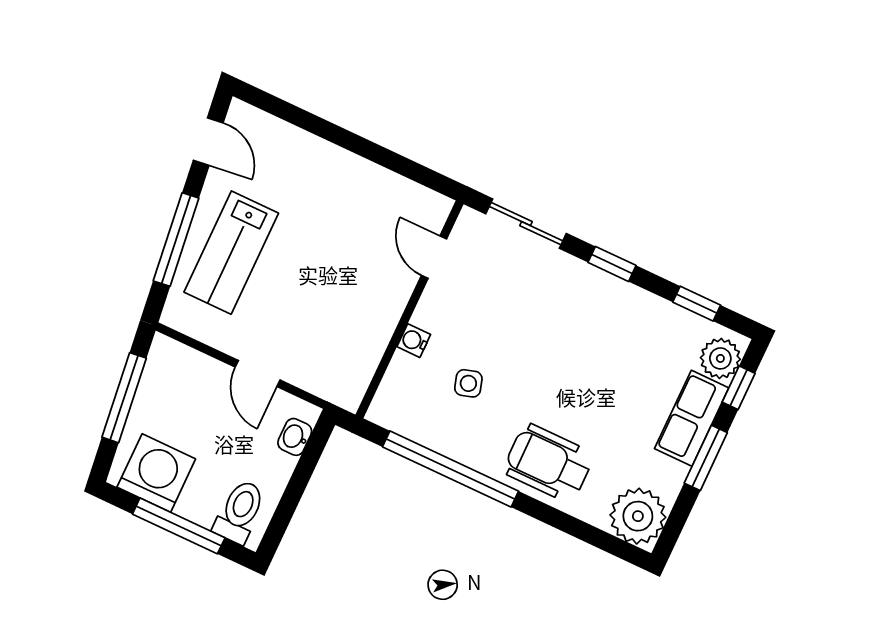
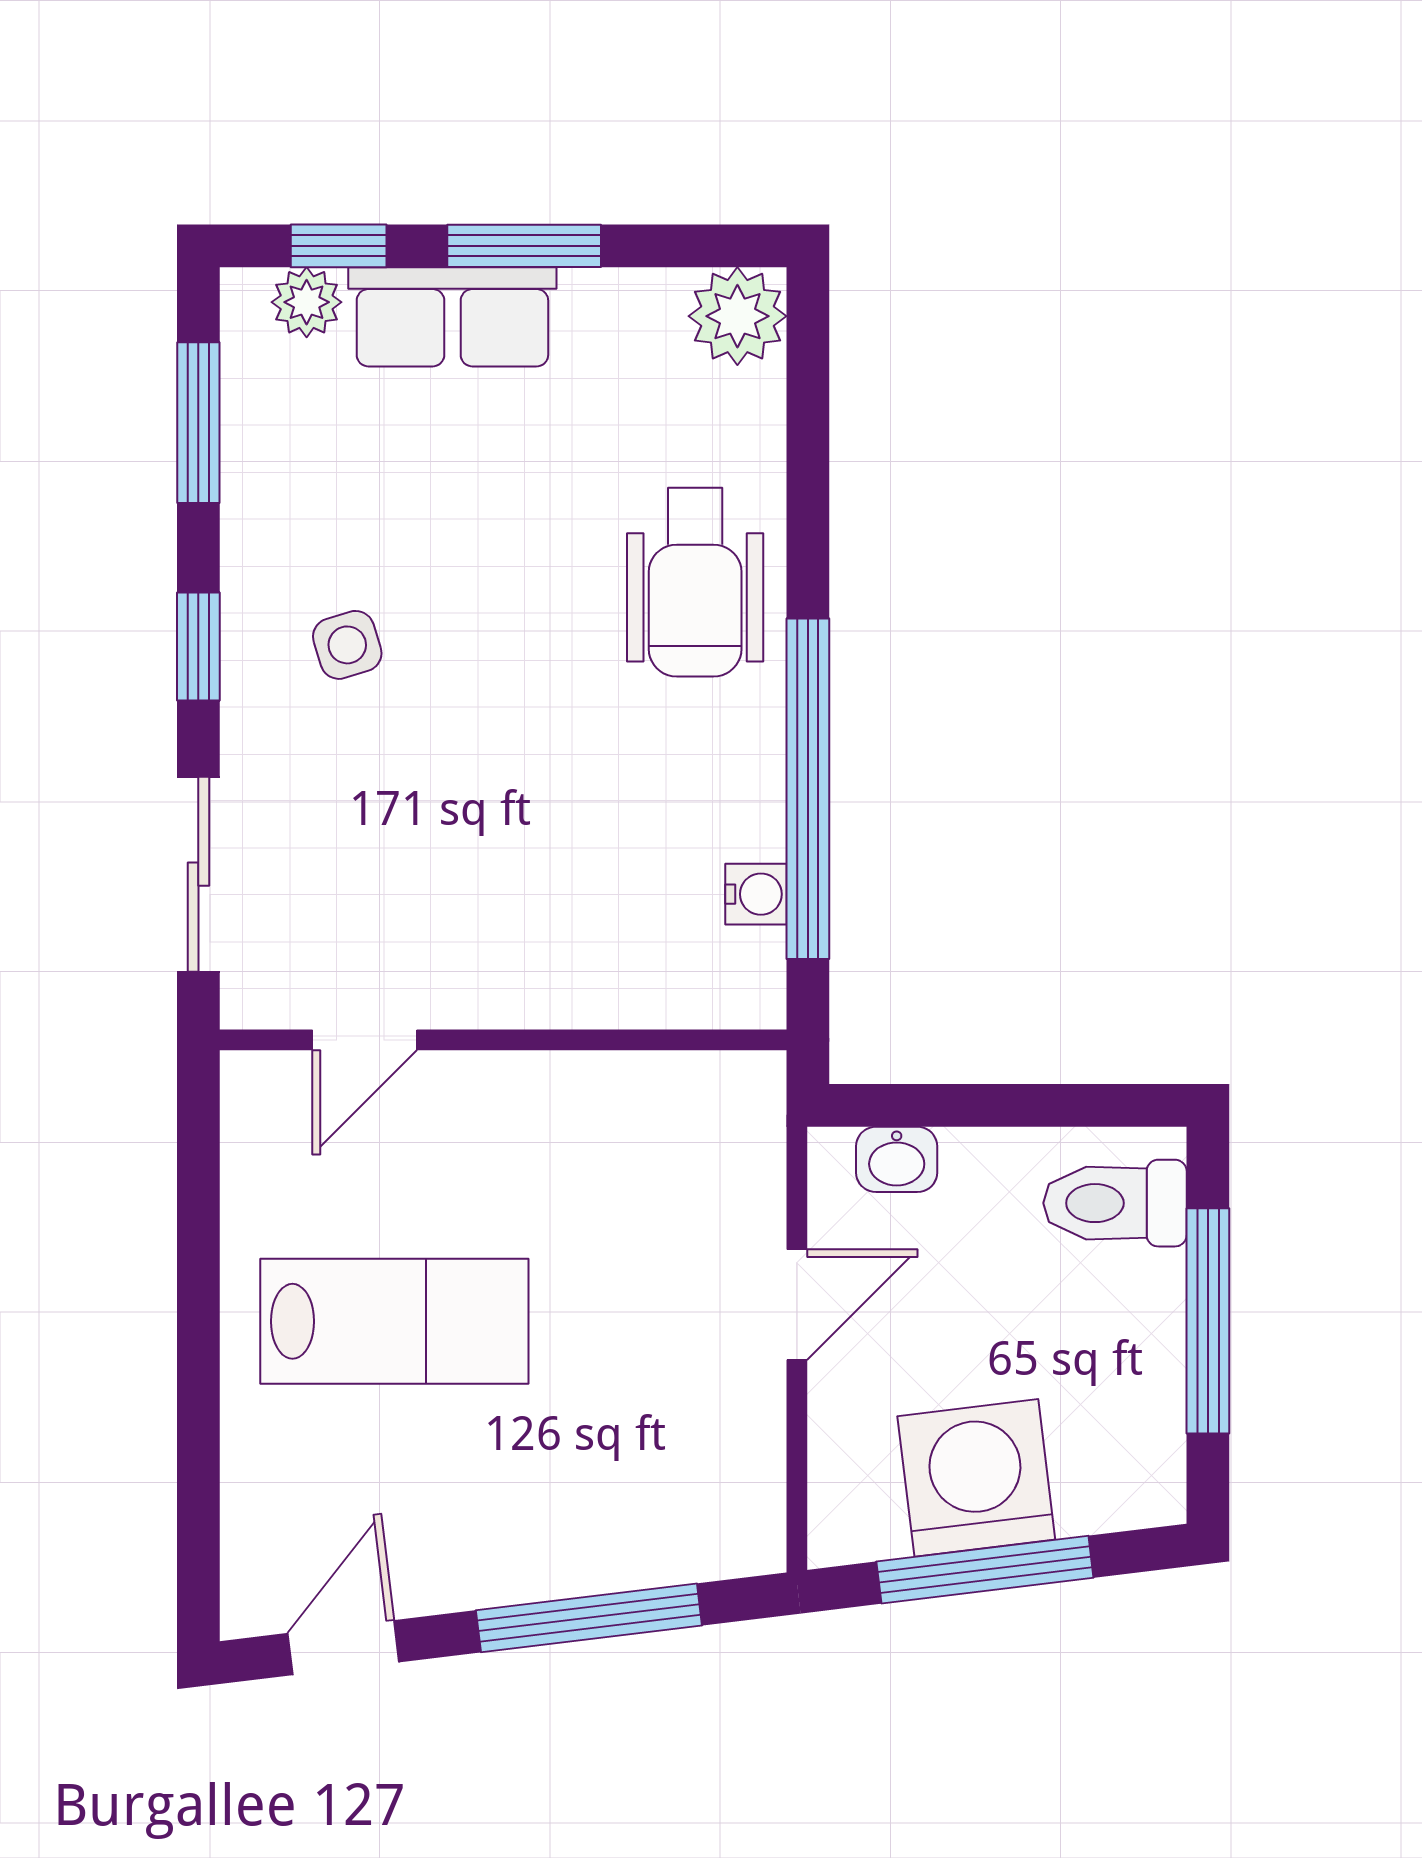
lab bench: (231, 253) -> (394, 1321), moved
window: (697, 304) -> (198, 423), width x1.50
water cooler: (414, 341) -> (756, 894), moved, turned -90
plant: (720, 358) -> (307, 302), width x0.73, depth x0.73
side table: (468, 383) -> (347, 645), moved
washing machine: (156, 473) -> (976, 1478), moved, turned 83
plant: (638, 516) -> (737, 316), width x0.73, depth x0.73

